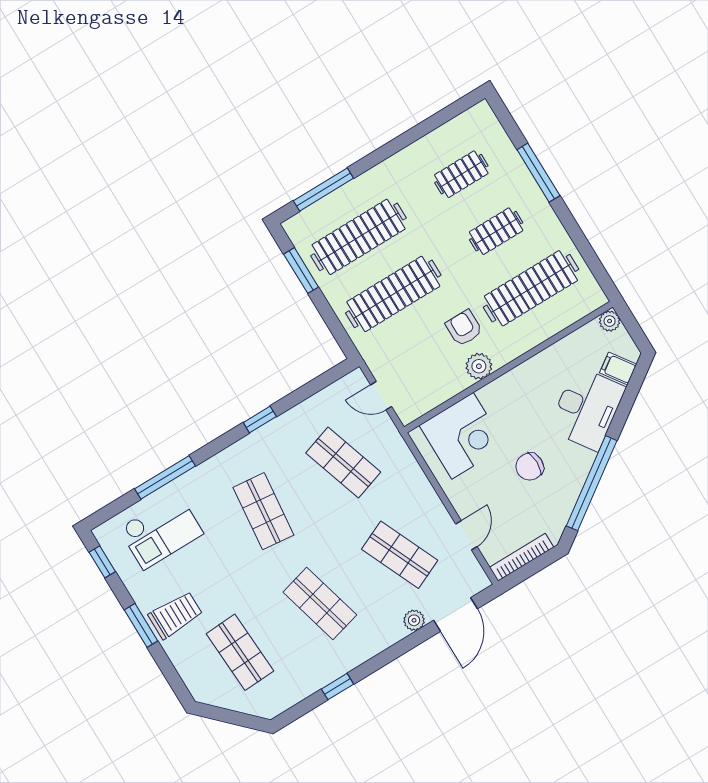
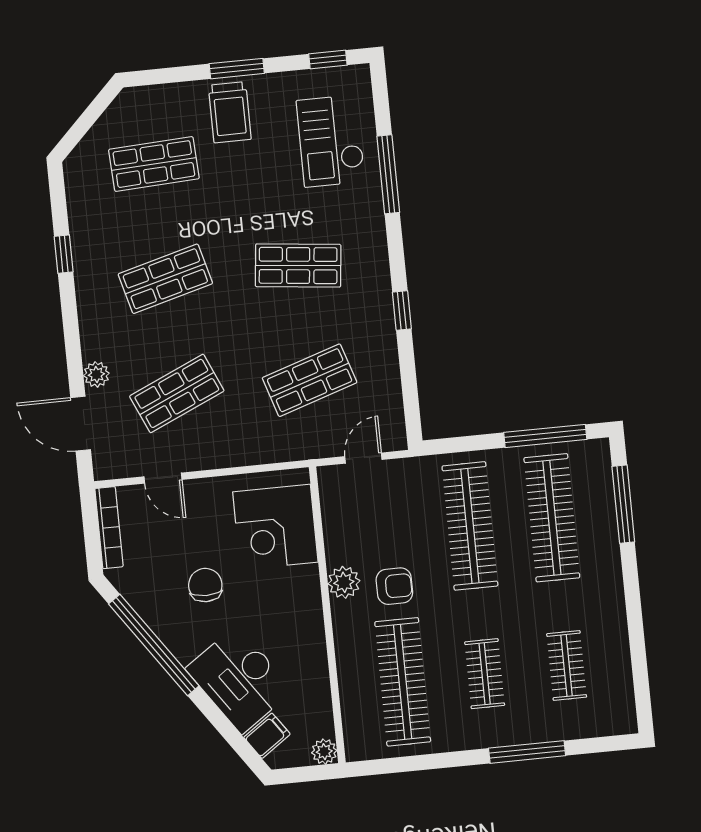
window: (301, 271) -> (545, 436), width x1.44

